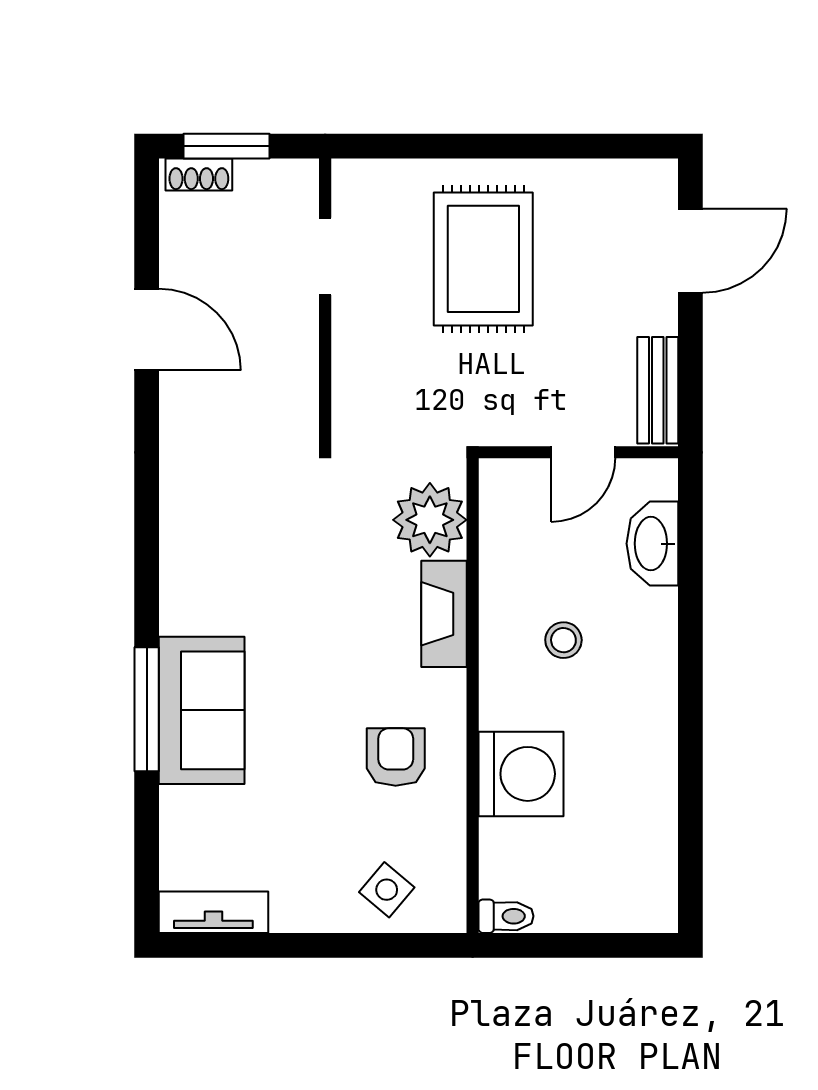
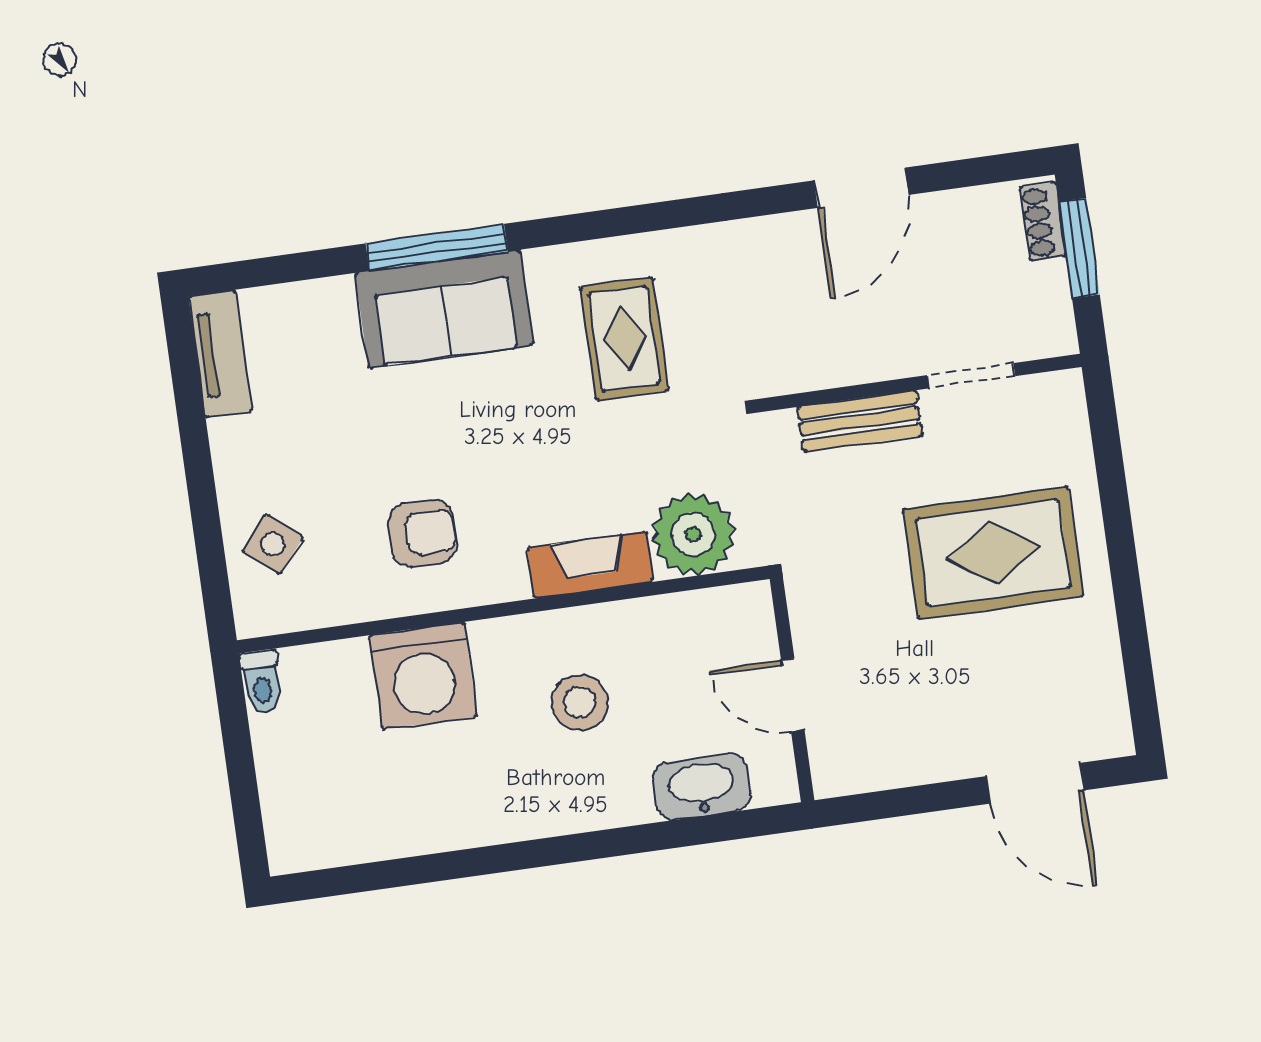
bench: (658, 390) -> (860, 421), moved
rug: (250, 556) -> (624, 339), added
stool: (563, 640) -> (580, 703), width x1.37, depth x1.37

